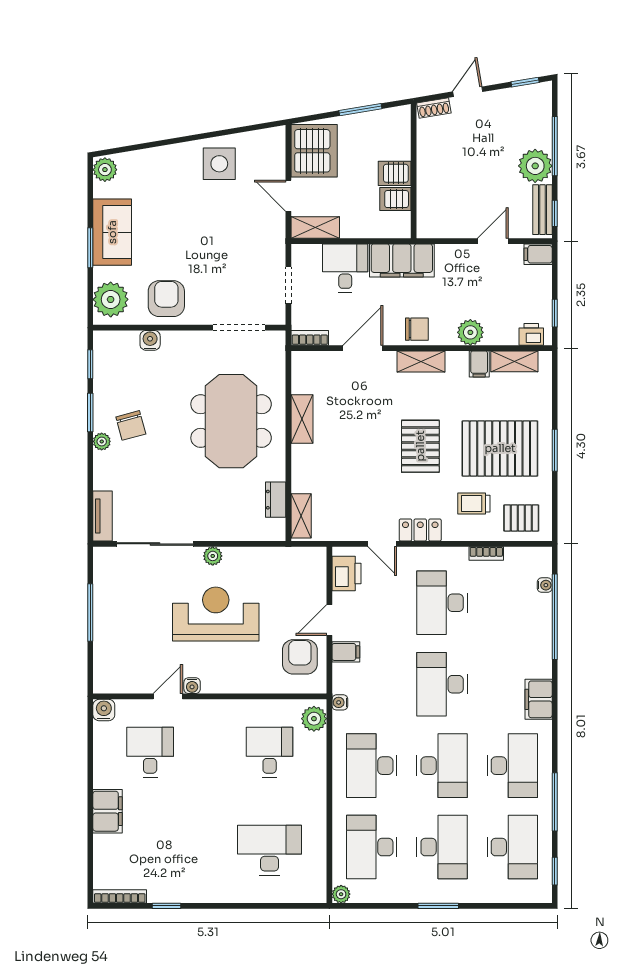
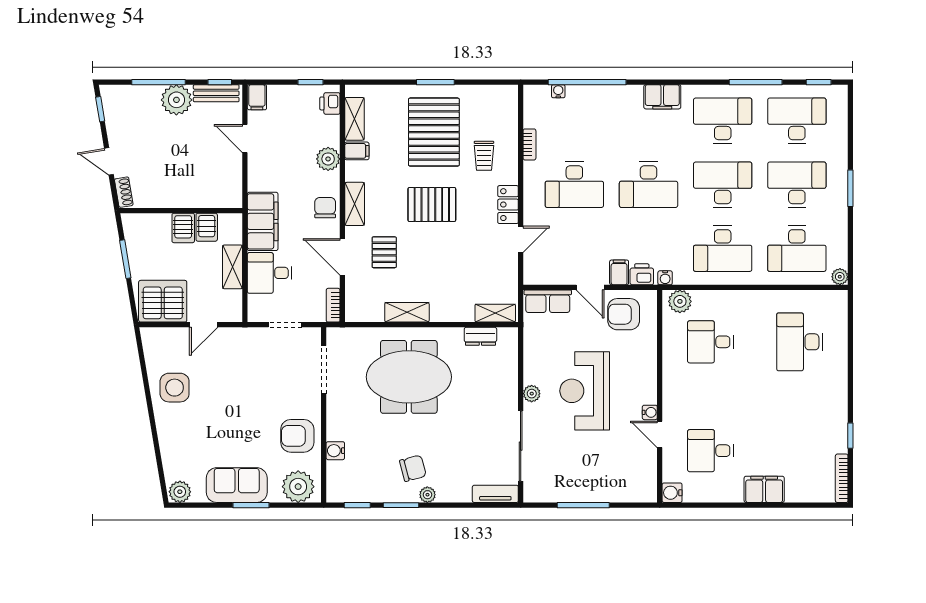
shelving: (315, 227) -> (233, 267), moved
pallet: (521, 518) -> (384, 252), moved
printer: (346, 573) -> (642, 274), moved, width x0.73, depth x0.81
row of seats: (314, 574) -> (548, 301), added

